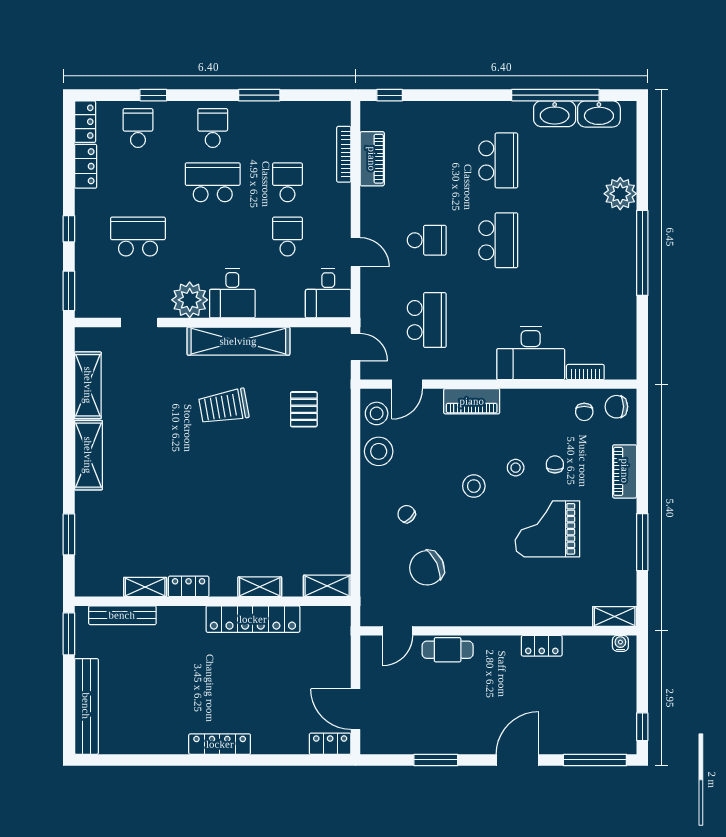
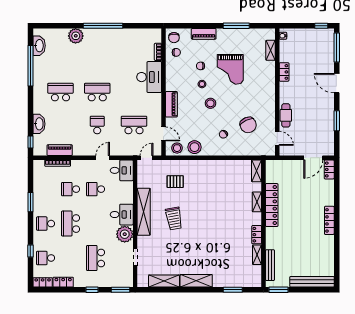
washbasin: (555, 114) -> (39, 124), moved
shelving: (615, 616) -> (271, 50), moved

